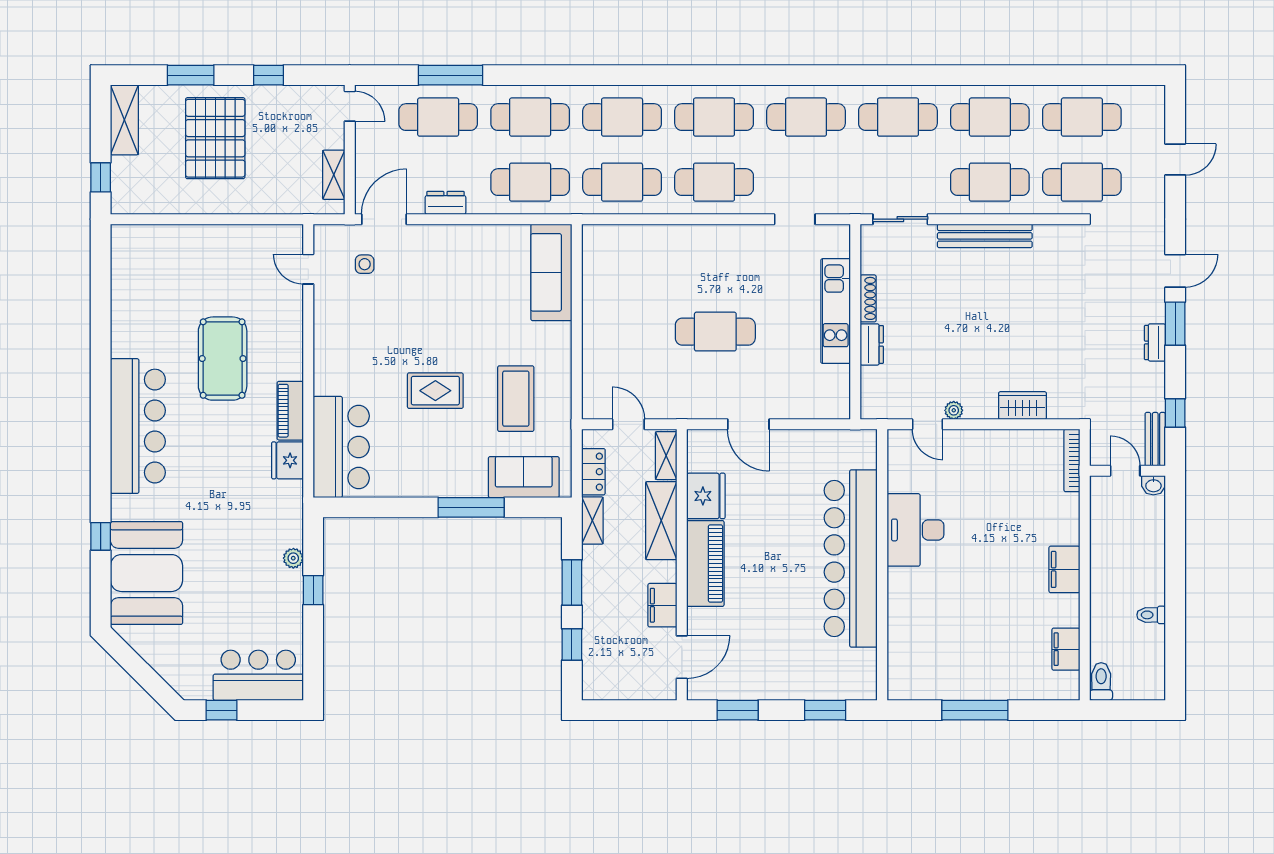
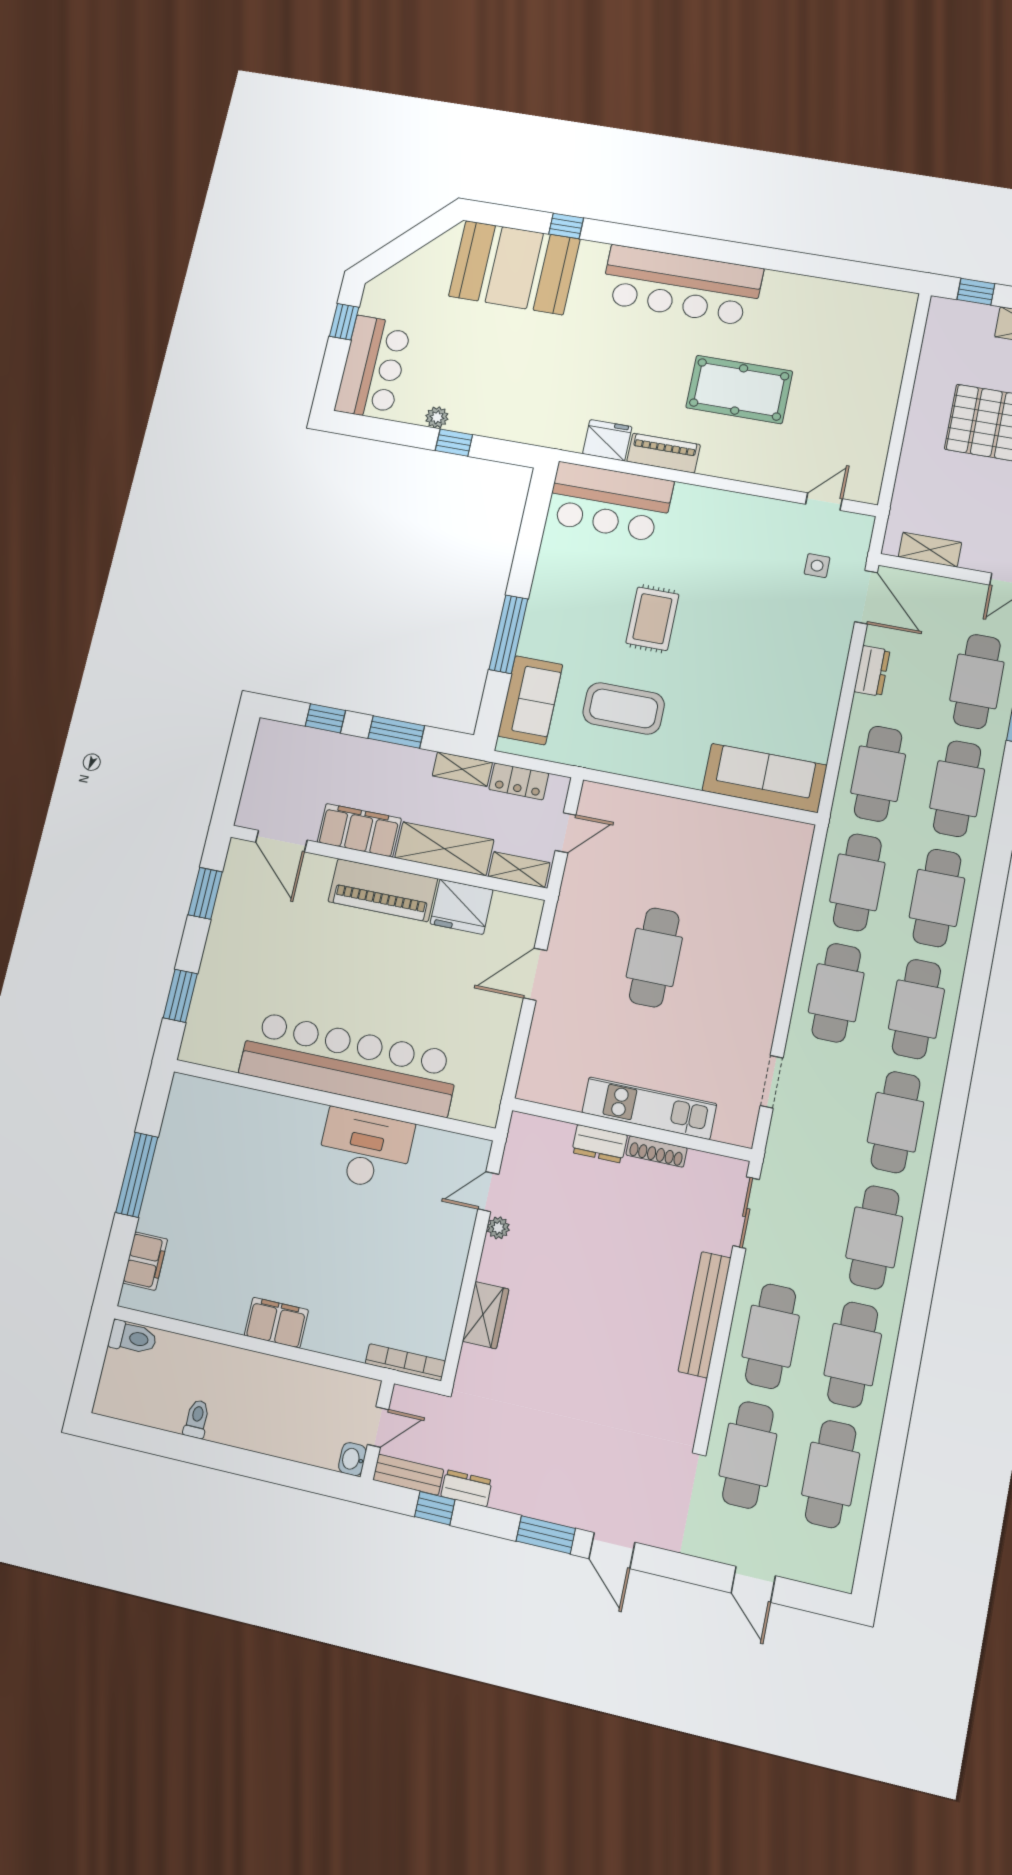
dresser: (1155, 342) -> (466, 1488), moved
plant: (293, 558) -> (437, 417), moved
filing cabinet: (662, 605) -> (359, 830), width x1.50, depth x1.17
filing cabinet: (1066, 649) -> (145, 1261), moved, turned 90

